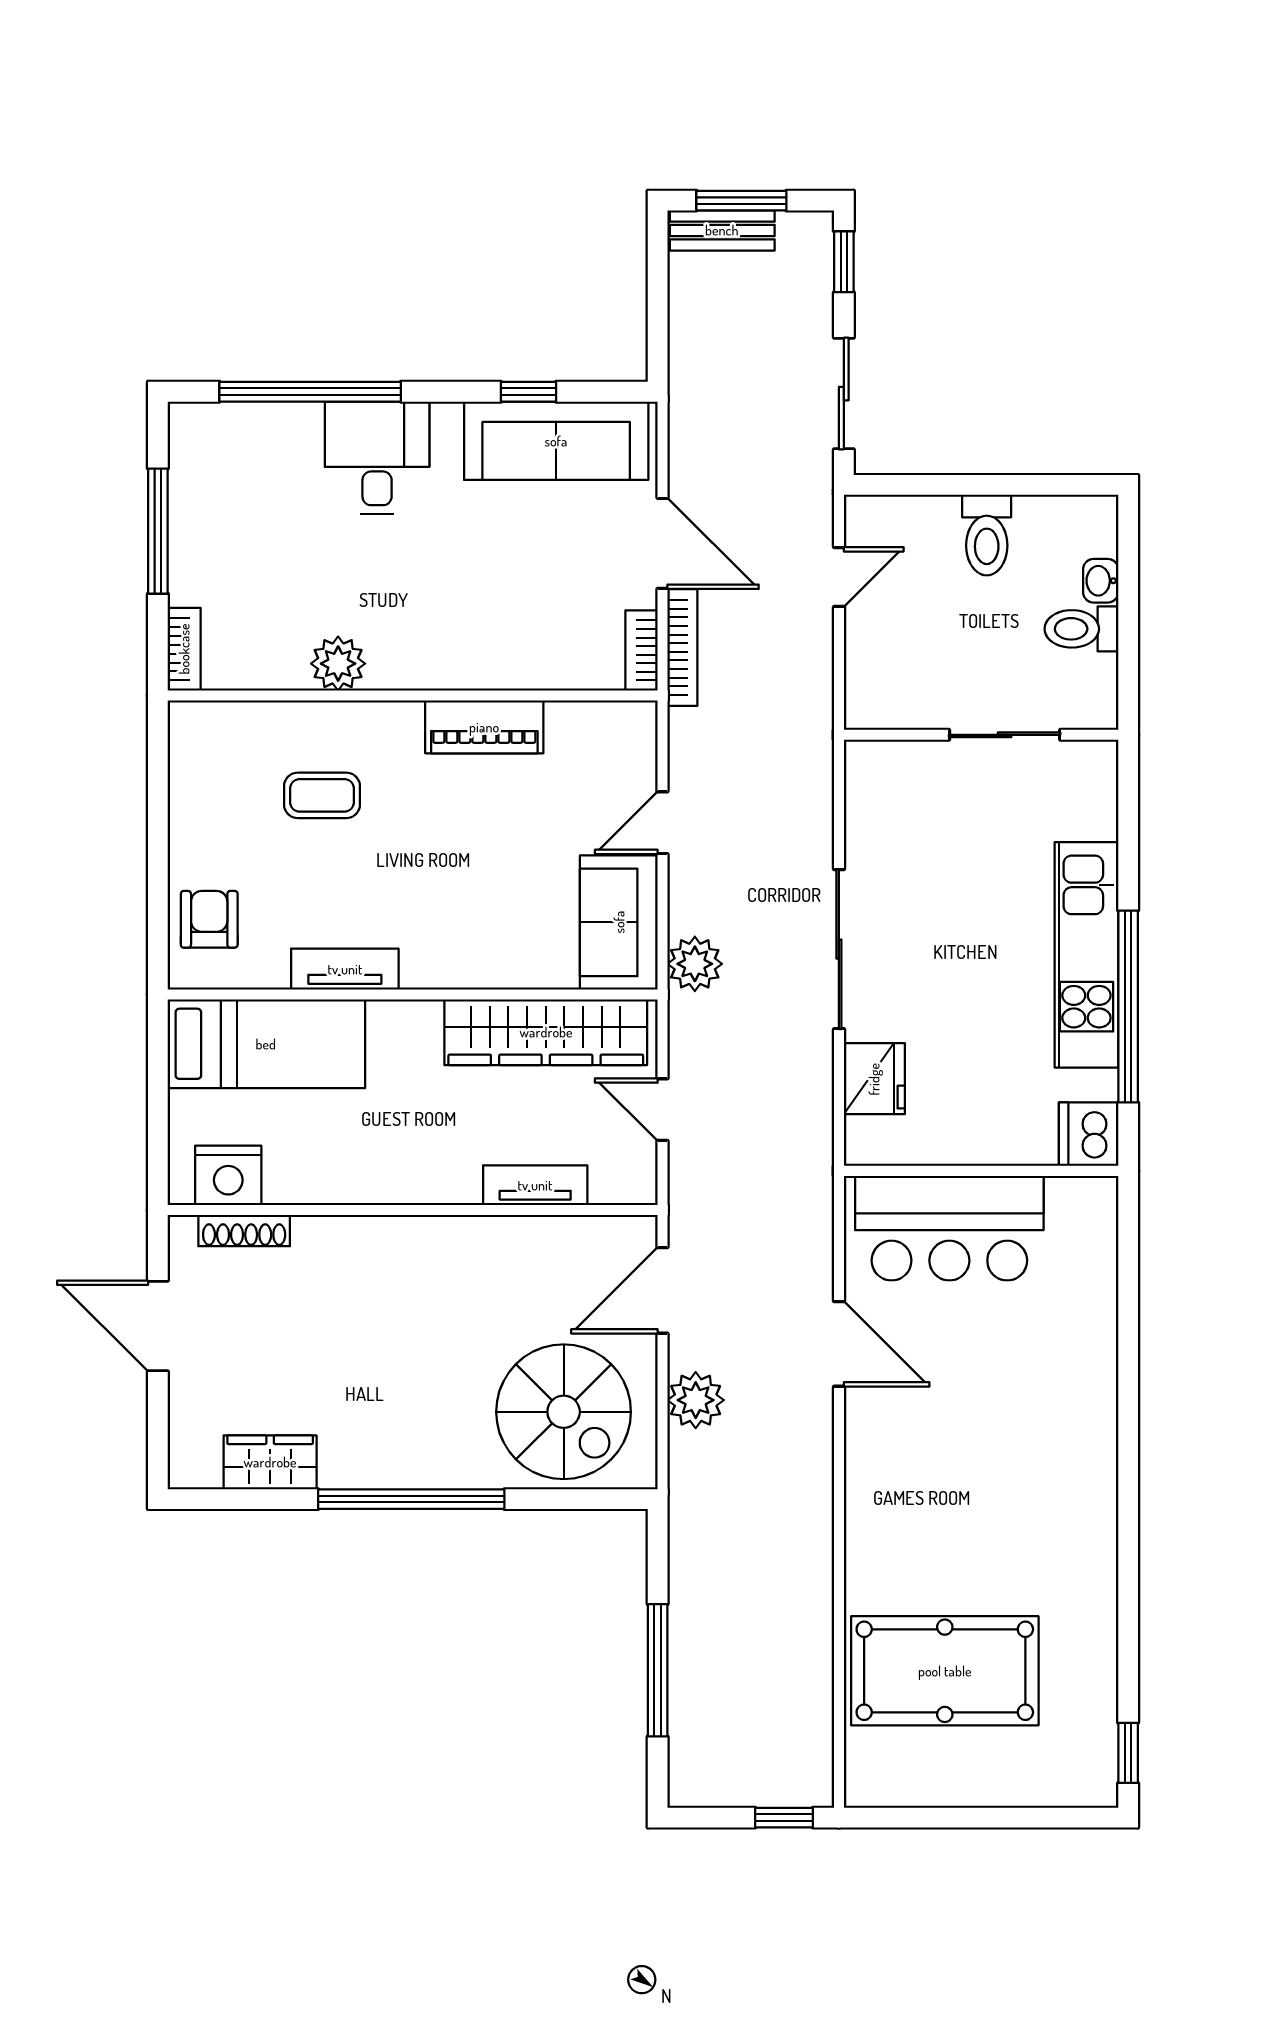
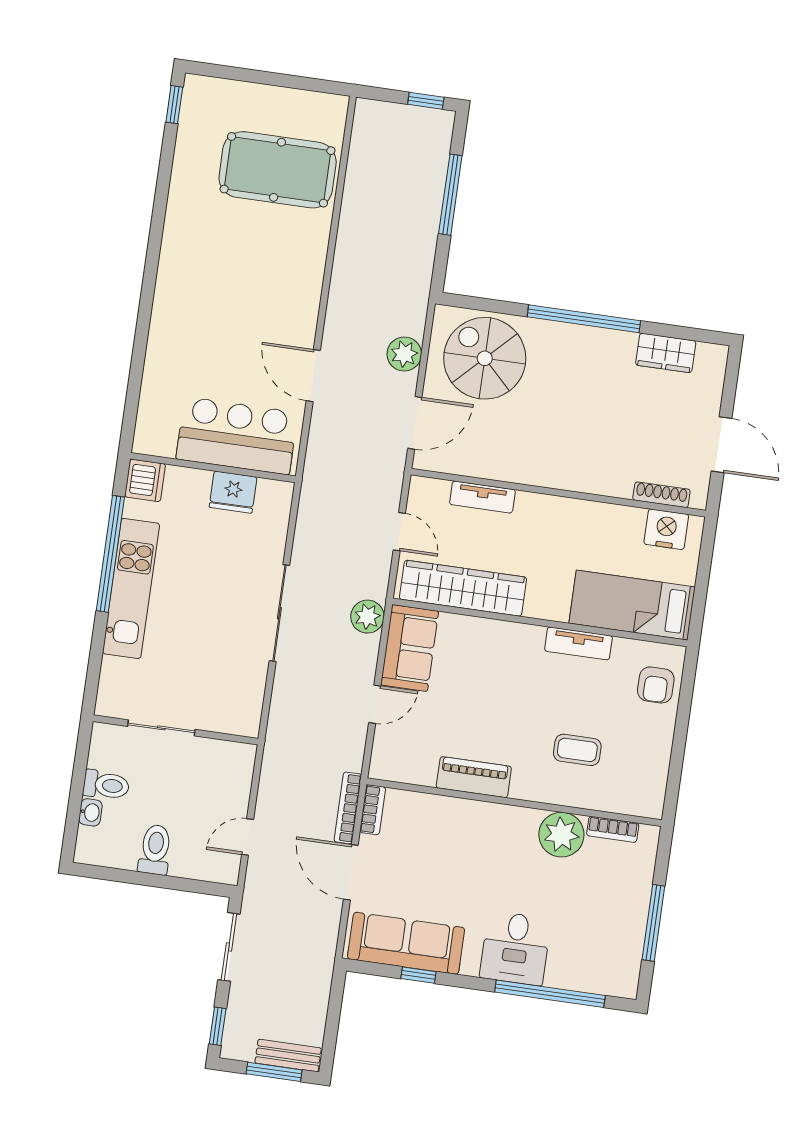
bookcase: (184, 649) -> (613, 829), moved, turned -90
plant: (338, 664) -> (561, 835), width x1.36, depth x1.36
fridge: (874, 1079) -> (233, 492), moved, turned -90
window: (784, 1818) -> (426, 101), moved

